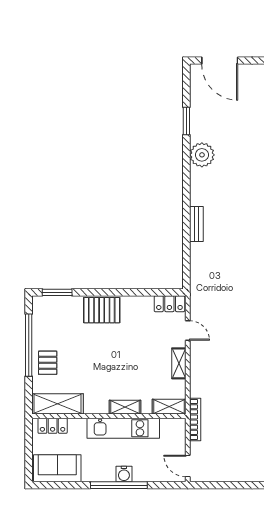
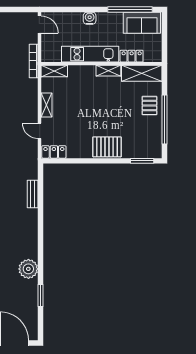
bench: (196, 224) -> (33, 194), moved
shelving: (125, 407) -> (108, 71), moved
locker: (53, 426) -> (132, 56), moved
window: (119, 485) -> (130, 9), moved

